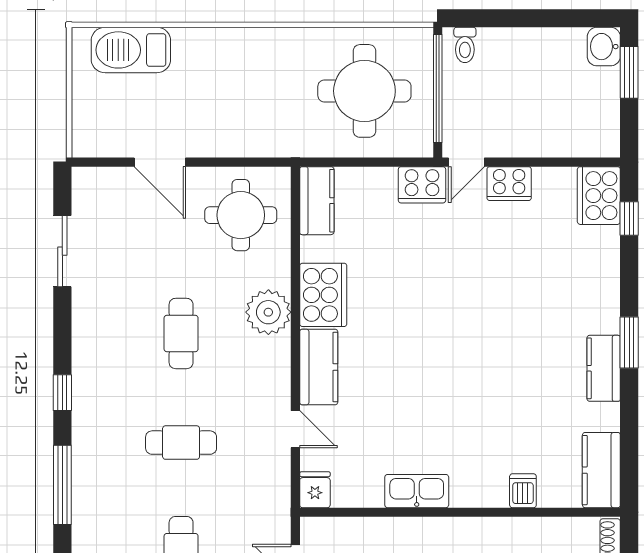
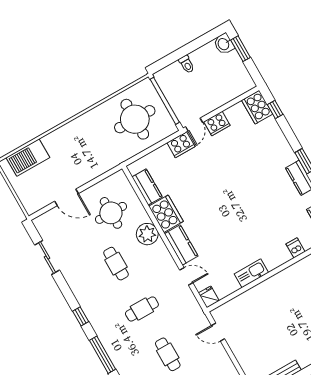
toilet: (465, 45) -> (187, 64), moved
kitchen counter: (317, 201) -> (147, 187), moved
round table: (241, 215) -> (111, 213), moved

